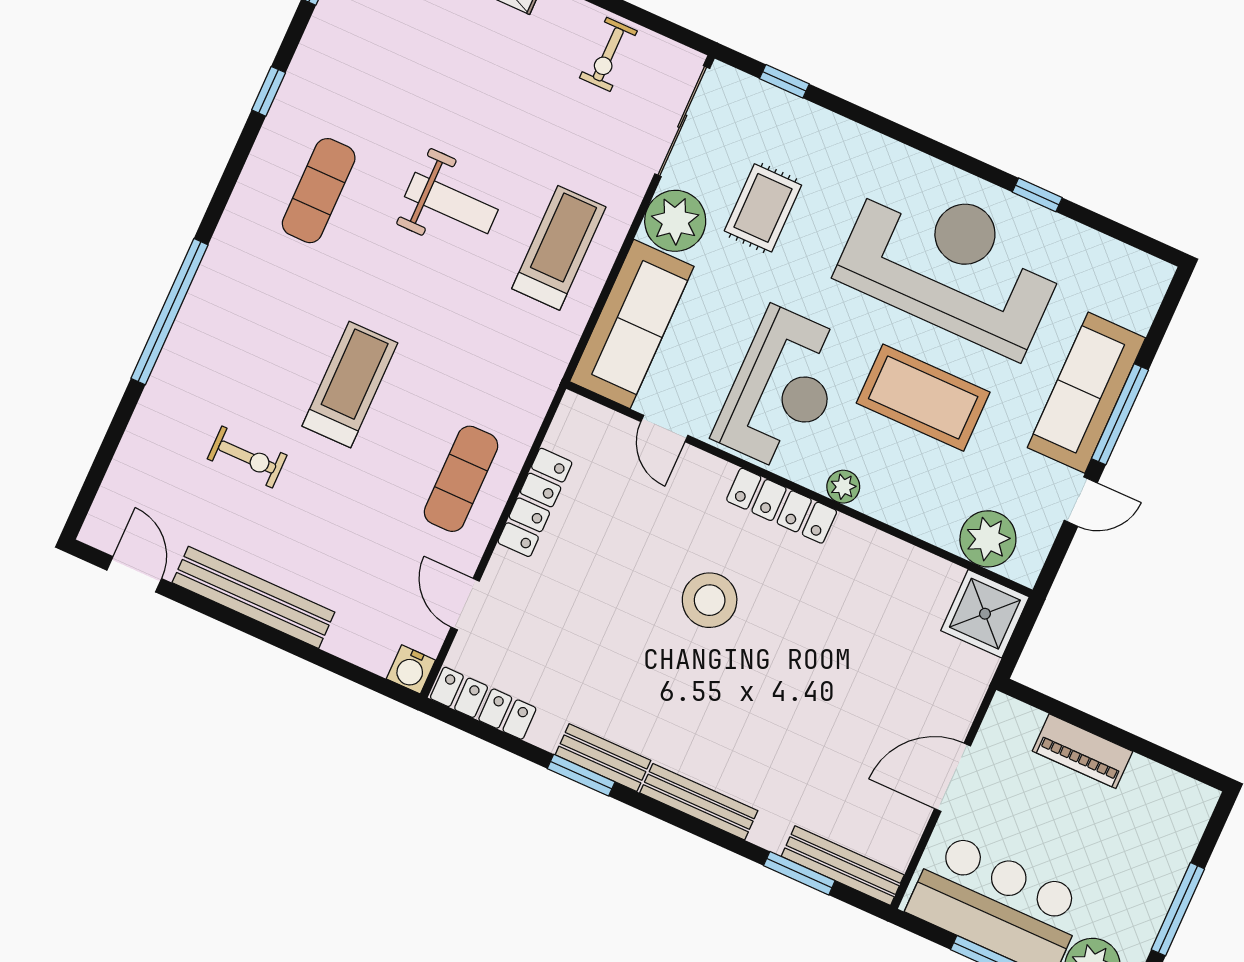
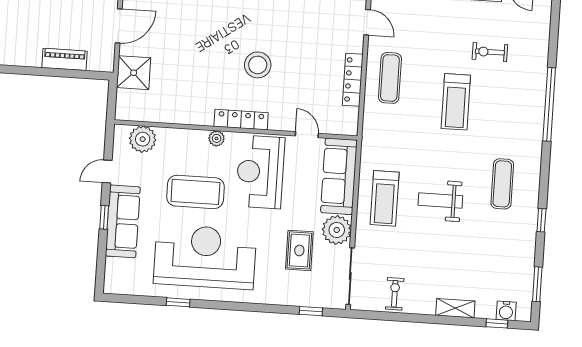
reception desk: (952, 264) -> (205, 257), turned 180
window: (1120, 414) -> (104, 217), width x0.46
shower: (985, 614) -> (134, 73), moved

